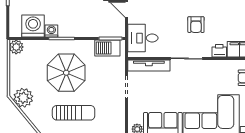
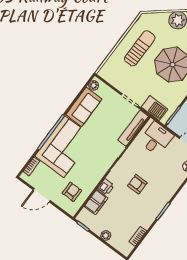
barbecue: (107, 48) -> (154, 108), moved, turned 90
sun lounger: (74, 113) -> (140, 48), turned 180

